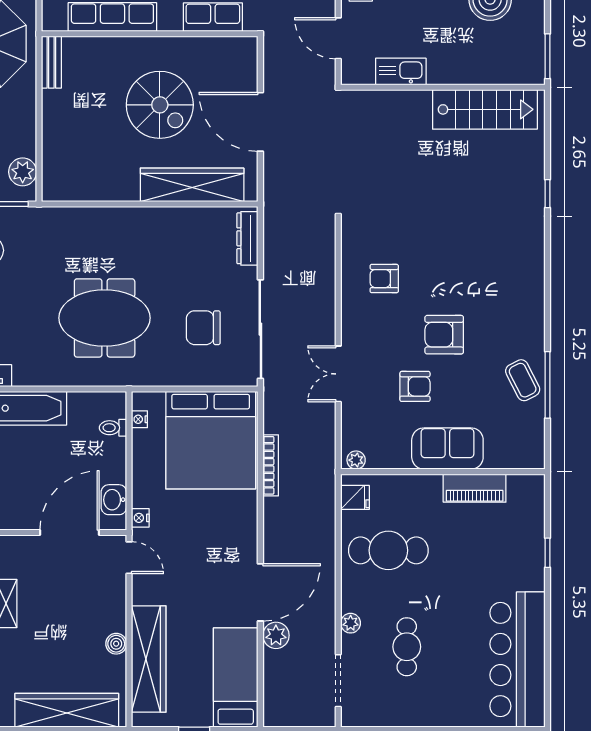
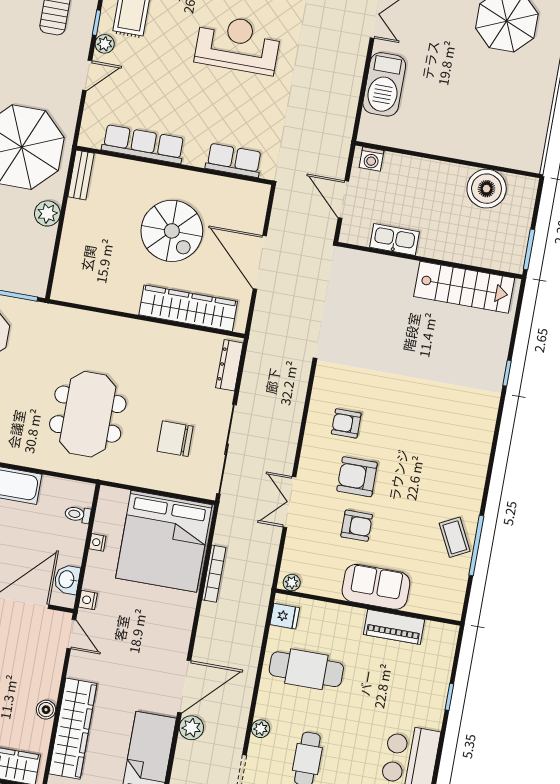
plant: (23, 172) -> (47, 213), moved
meeting table: (105, 318) -> (88, 414), turned 90
armchair: (444, 335) -> (357, 477), moved
nightstand: (139, 419) -> (97, 542), moved

